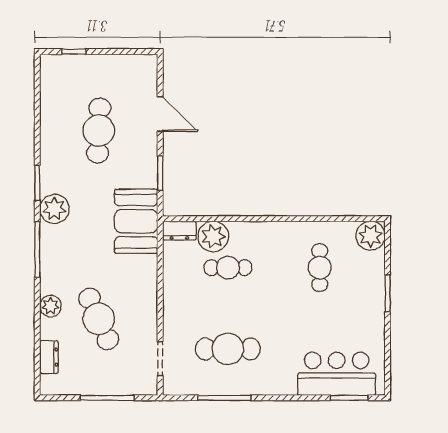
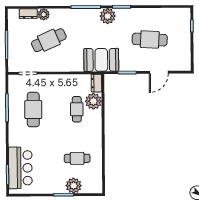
plant: (371, 236) -> (74, 186), moved
plant: (50, 306) -> (44, 14), moved

